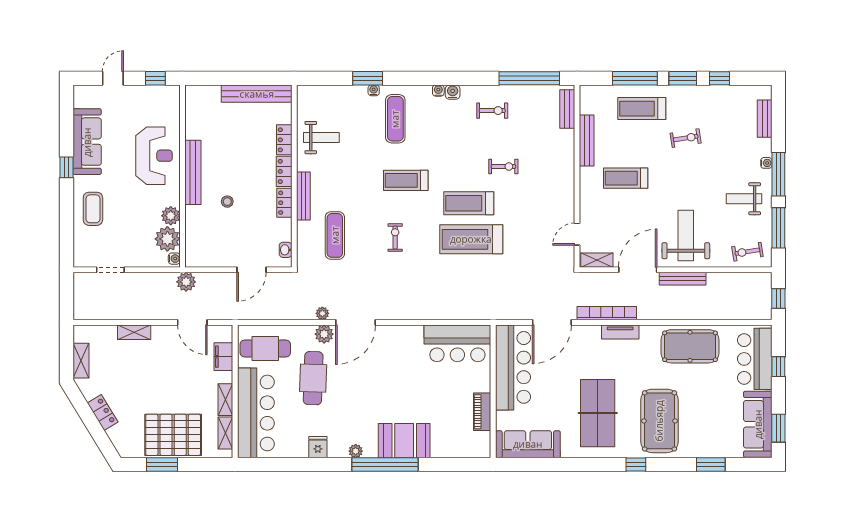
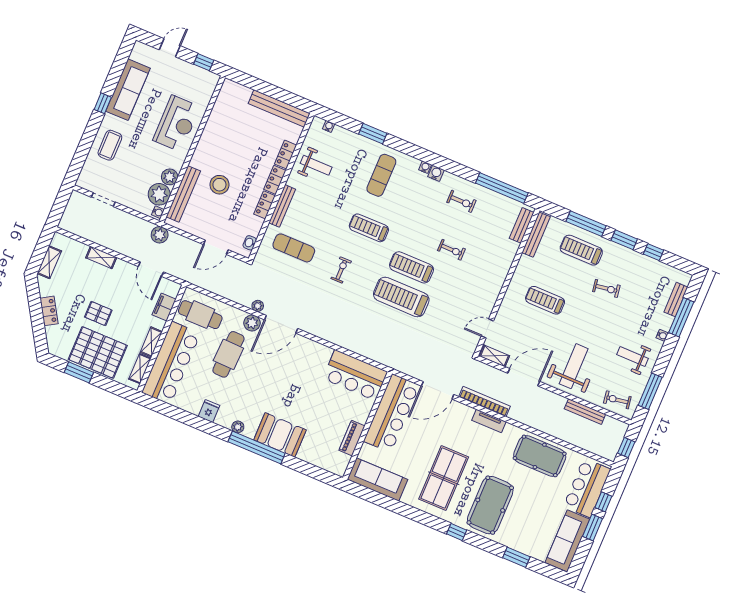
water cooler: (374, 90) -> (329, 126), moved
bench: (587, 141) -> (536, 235), moved
bench: (193, 172) -> (183, 194), moved
window: (778, 174) -> (681, 317), moved
stool: (227, 202) -> (219, 185), width x1.89, depth x1.89
exercise mat: (335, 235) -> (294, 248), turned 90
bench: (683, 279) -> (585, 412), moved
pallet: (156, 393) -> (98, 314), added
window: (778, 428) -> (592, 527), moved

